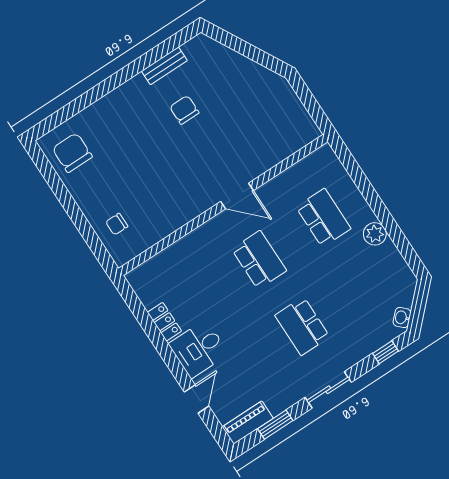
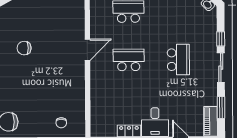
school desk: (302, 326) -> (178, 60), turned -90
window: (386, 352) -> (221, 39), moved

